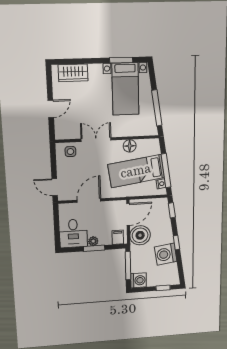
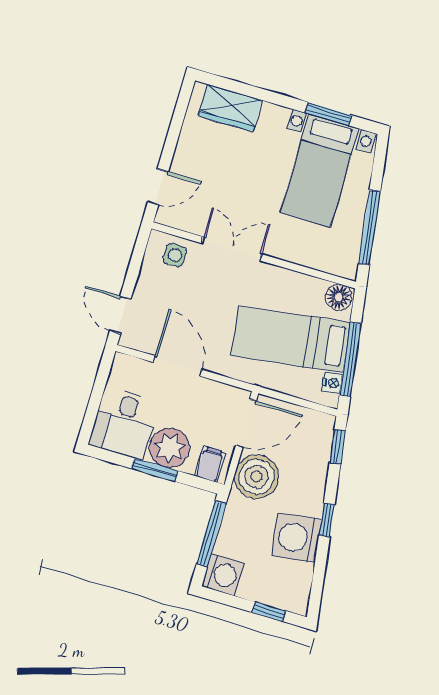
door: (51, 109) -> (158, 187), moved
floor lamp: (130, 146) -> (339, 297), moved
door: (89, 201) -> (177, 366), hinge flipped
plant: (93, 241) -> (169, 448), width x1.88, depth x1.88

